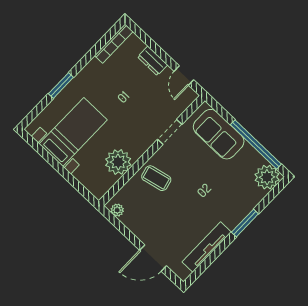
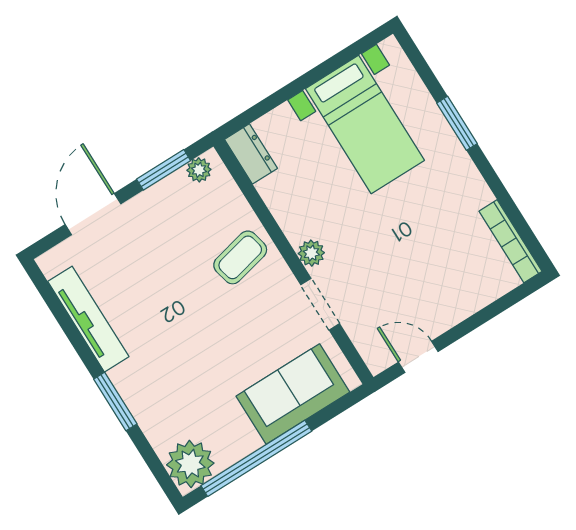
dresser: (153, 61) -> (251, 154), moved, turned 90
plant: (118, 162) -> (311, 253), moved, width x0.53, depth x0.53
window: (122, 228) -> (164, 170), added

